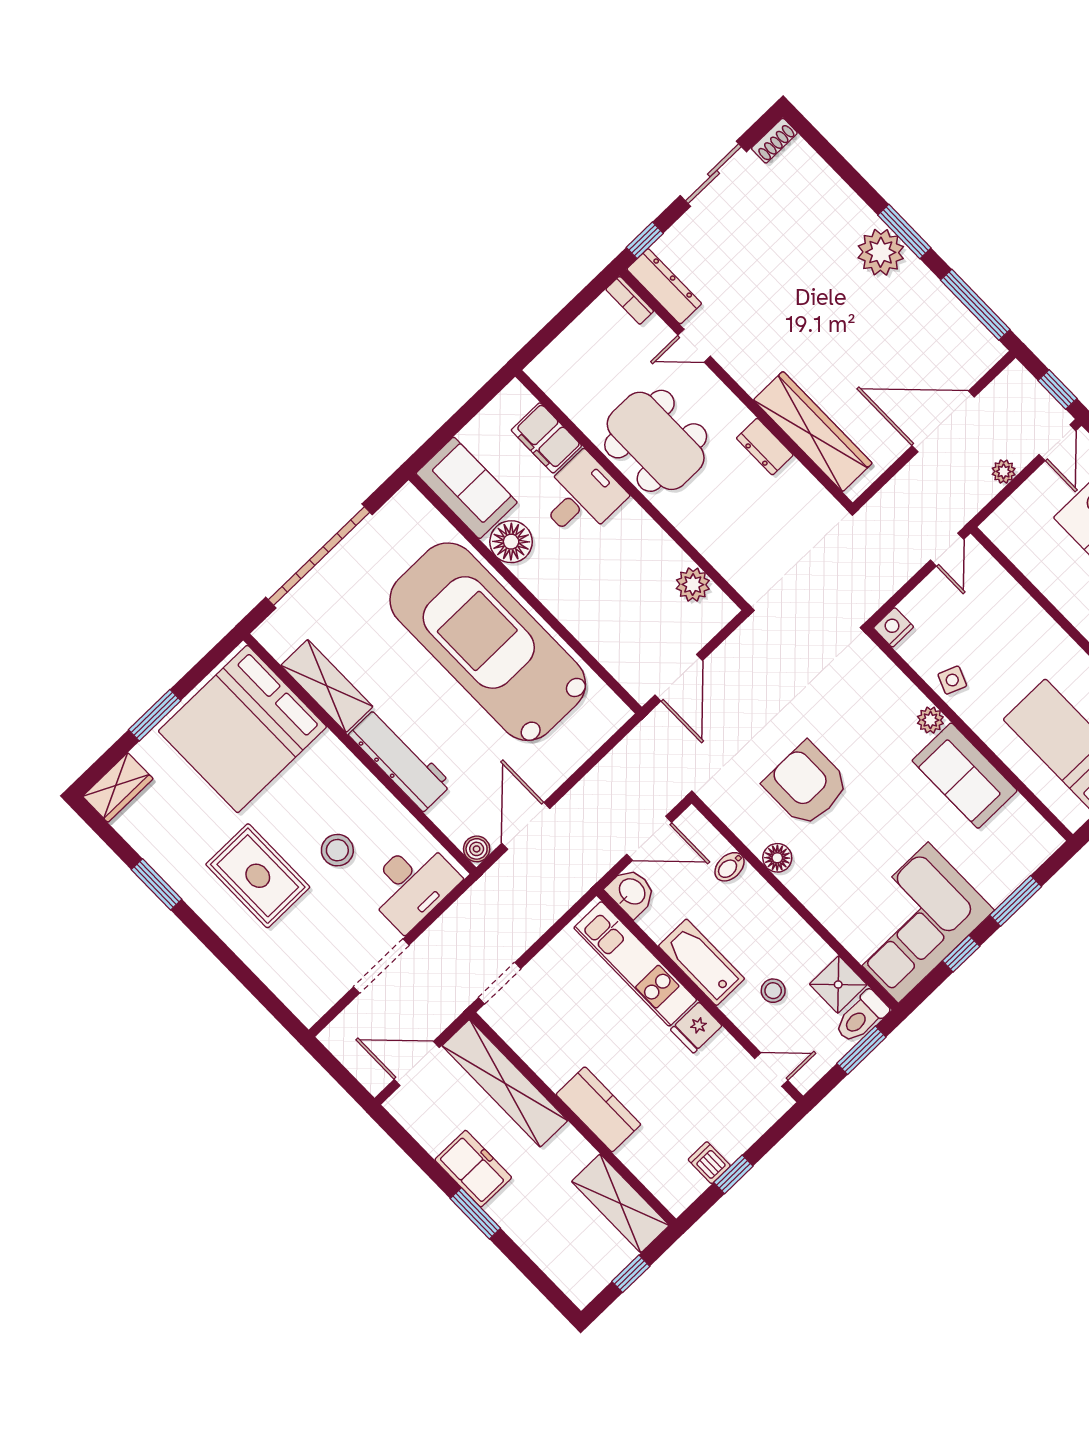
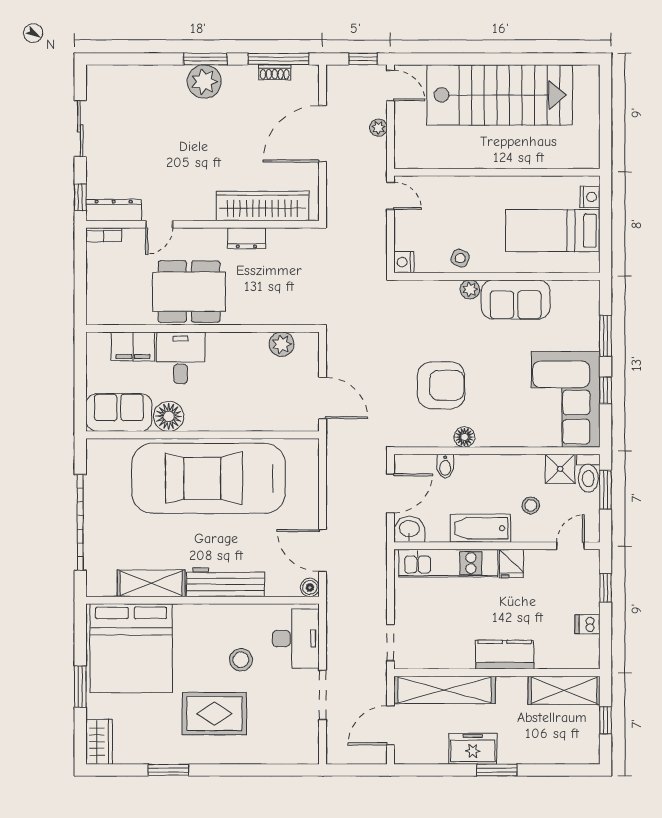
shoe rack: (774, 141) -> (275, 72), moved, turned 90
armchair: (806, 784) -> (441, 385), turned 180
window: (733, 1174) -> (606, 588), moved

